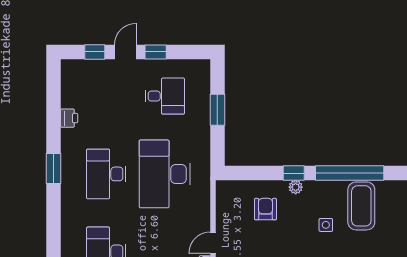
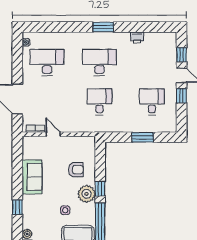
desk: (165, 96) -> (152, 102), turned 180
desk: (165, 174) -> (99, 102), width x0.53, depth x0.77
plant: (296, 187) -> (87, 194), width x1.88, depth x1.88

